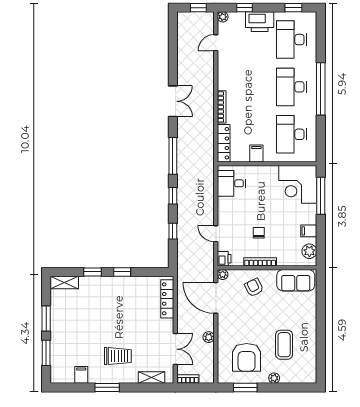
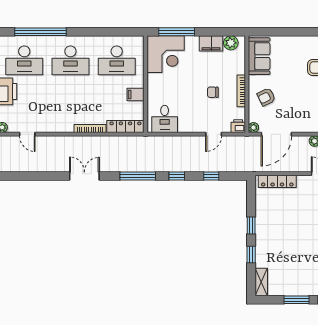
window: (321, 89) -> (40, 32), moved
filing cabinet: (309, 231) -> (211, 43), width x2.00

